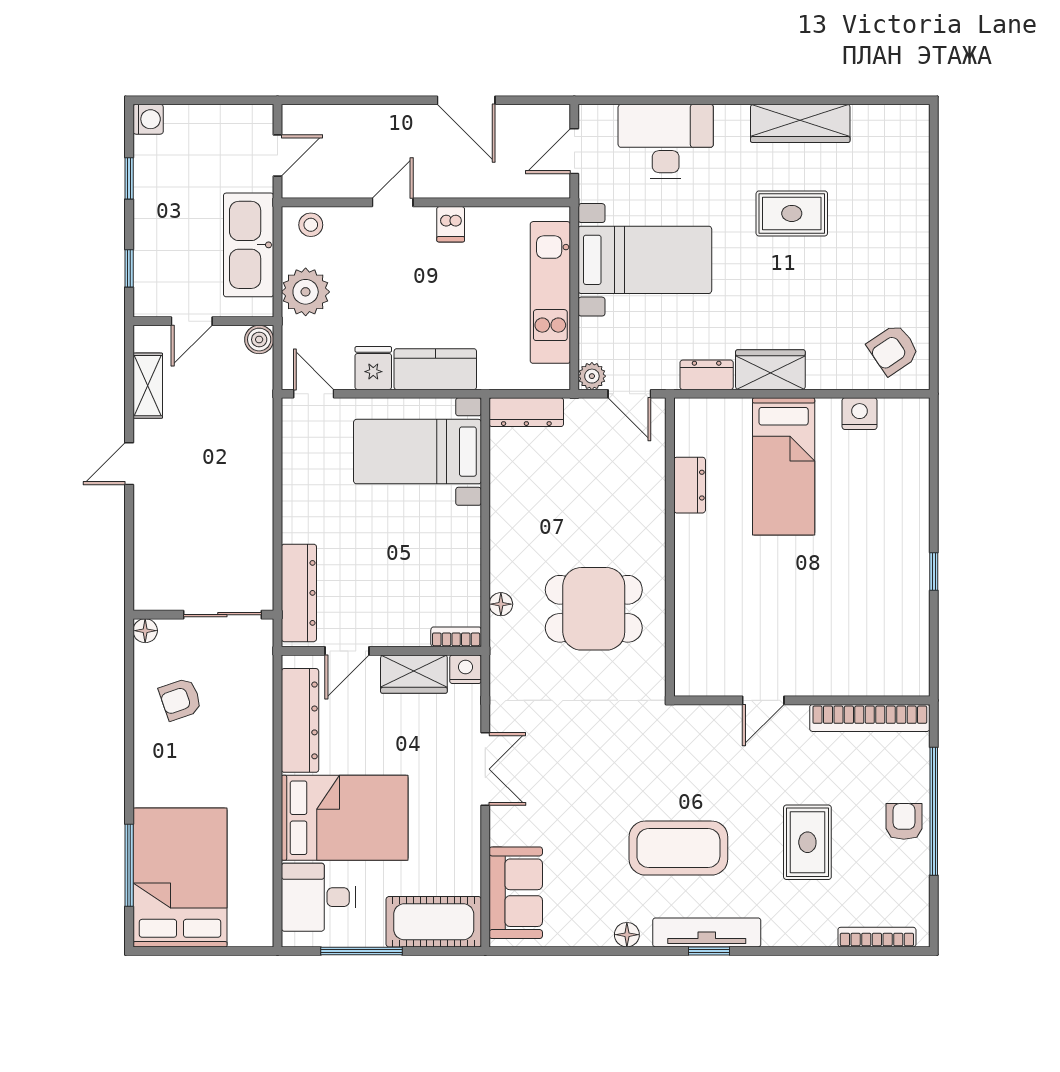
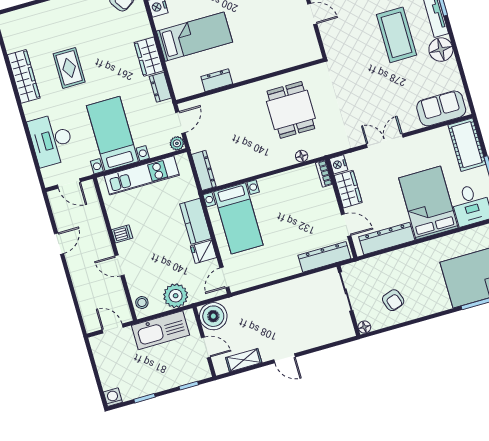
door: (466, 100) -> (59, 244), width x0.73
boiler: (259, 340) -> (213, 316), width x1.86, depth x1.86
floor lamp: (627, 935) -> (441, 50), width x1.89, depth x1.89

